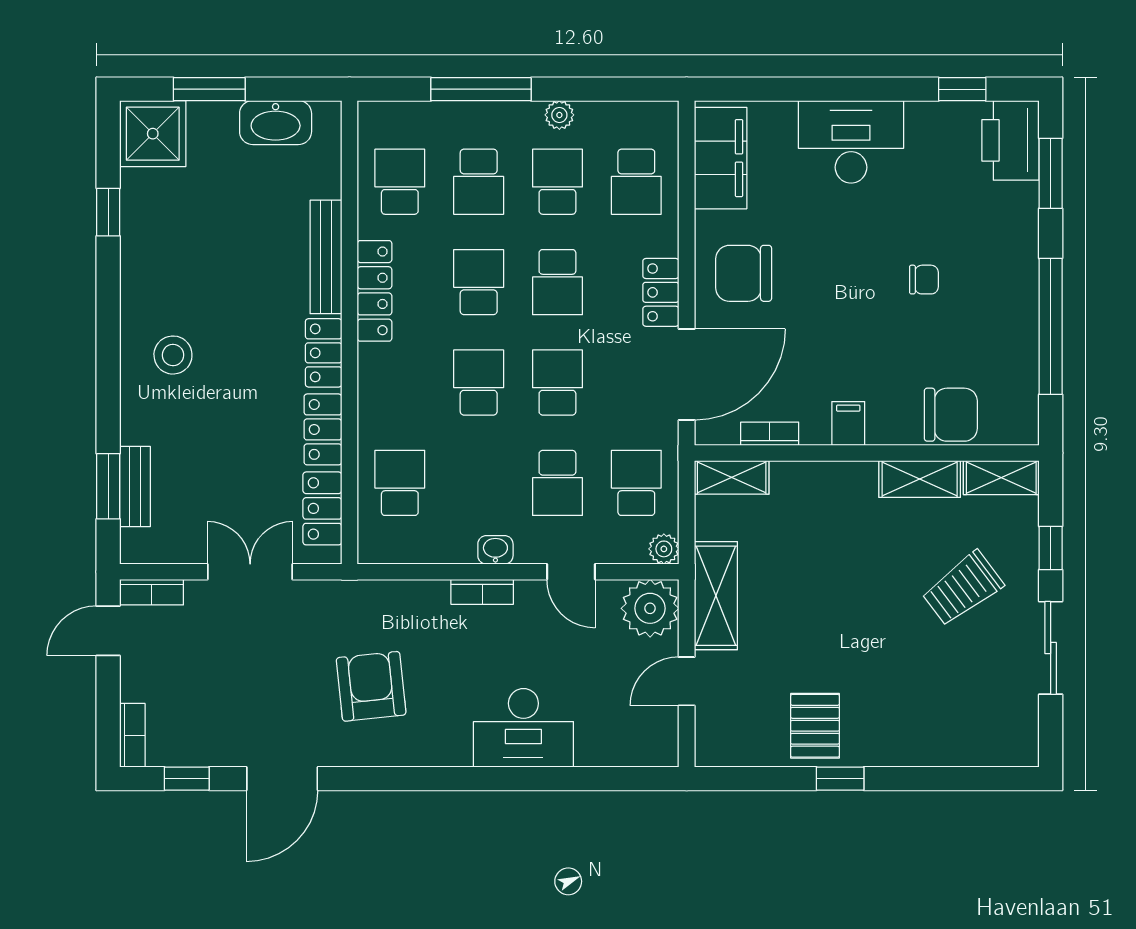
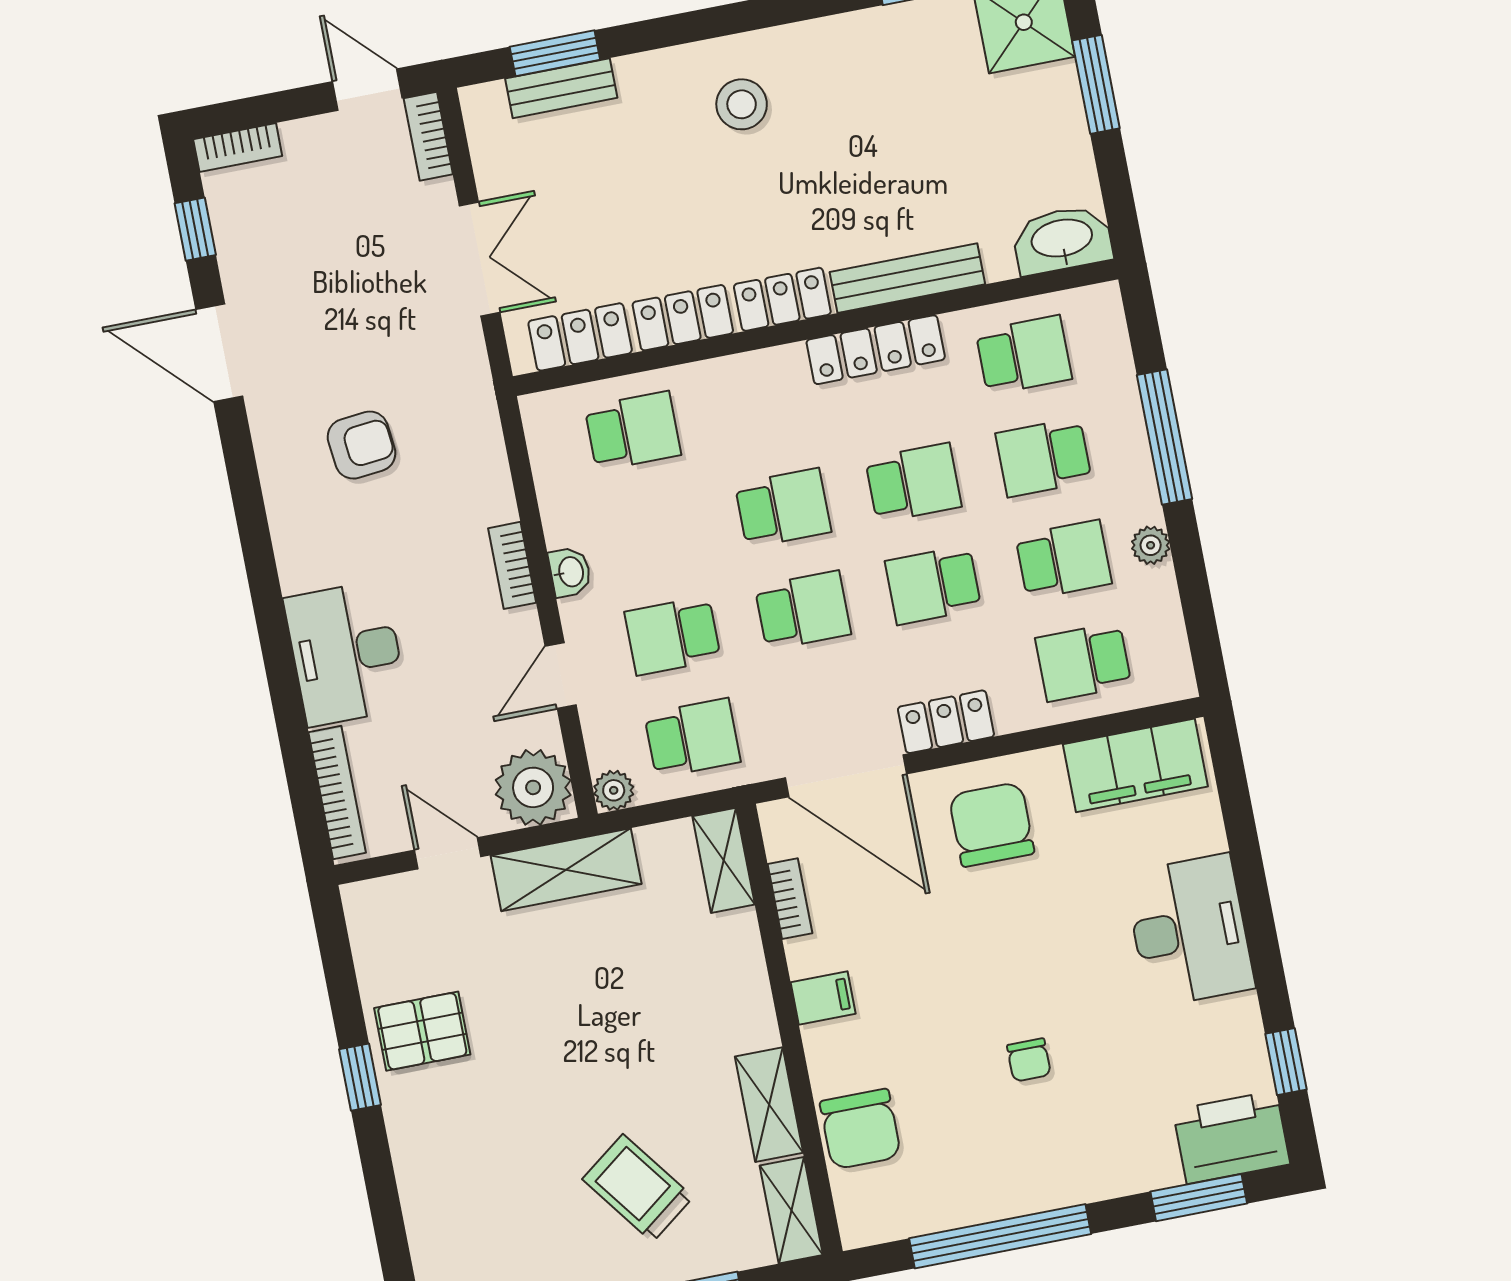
washbasin: (276, 123) -> (1062, 240), moved, turned 90
armchair: (371, 686) -> (362, 445), width x0.72, depth x0.72
bookcase: (626, 755) -> (337, 793), added

